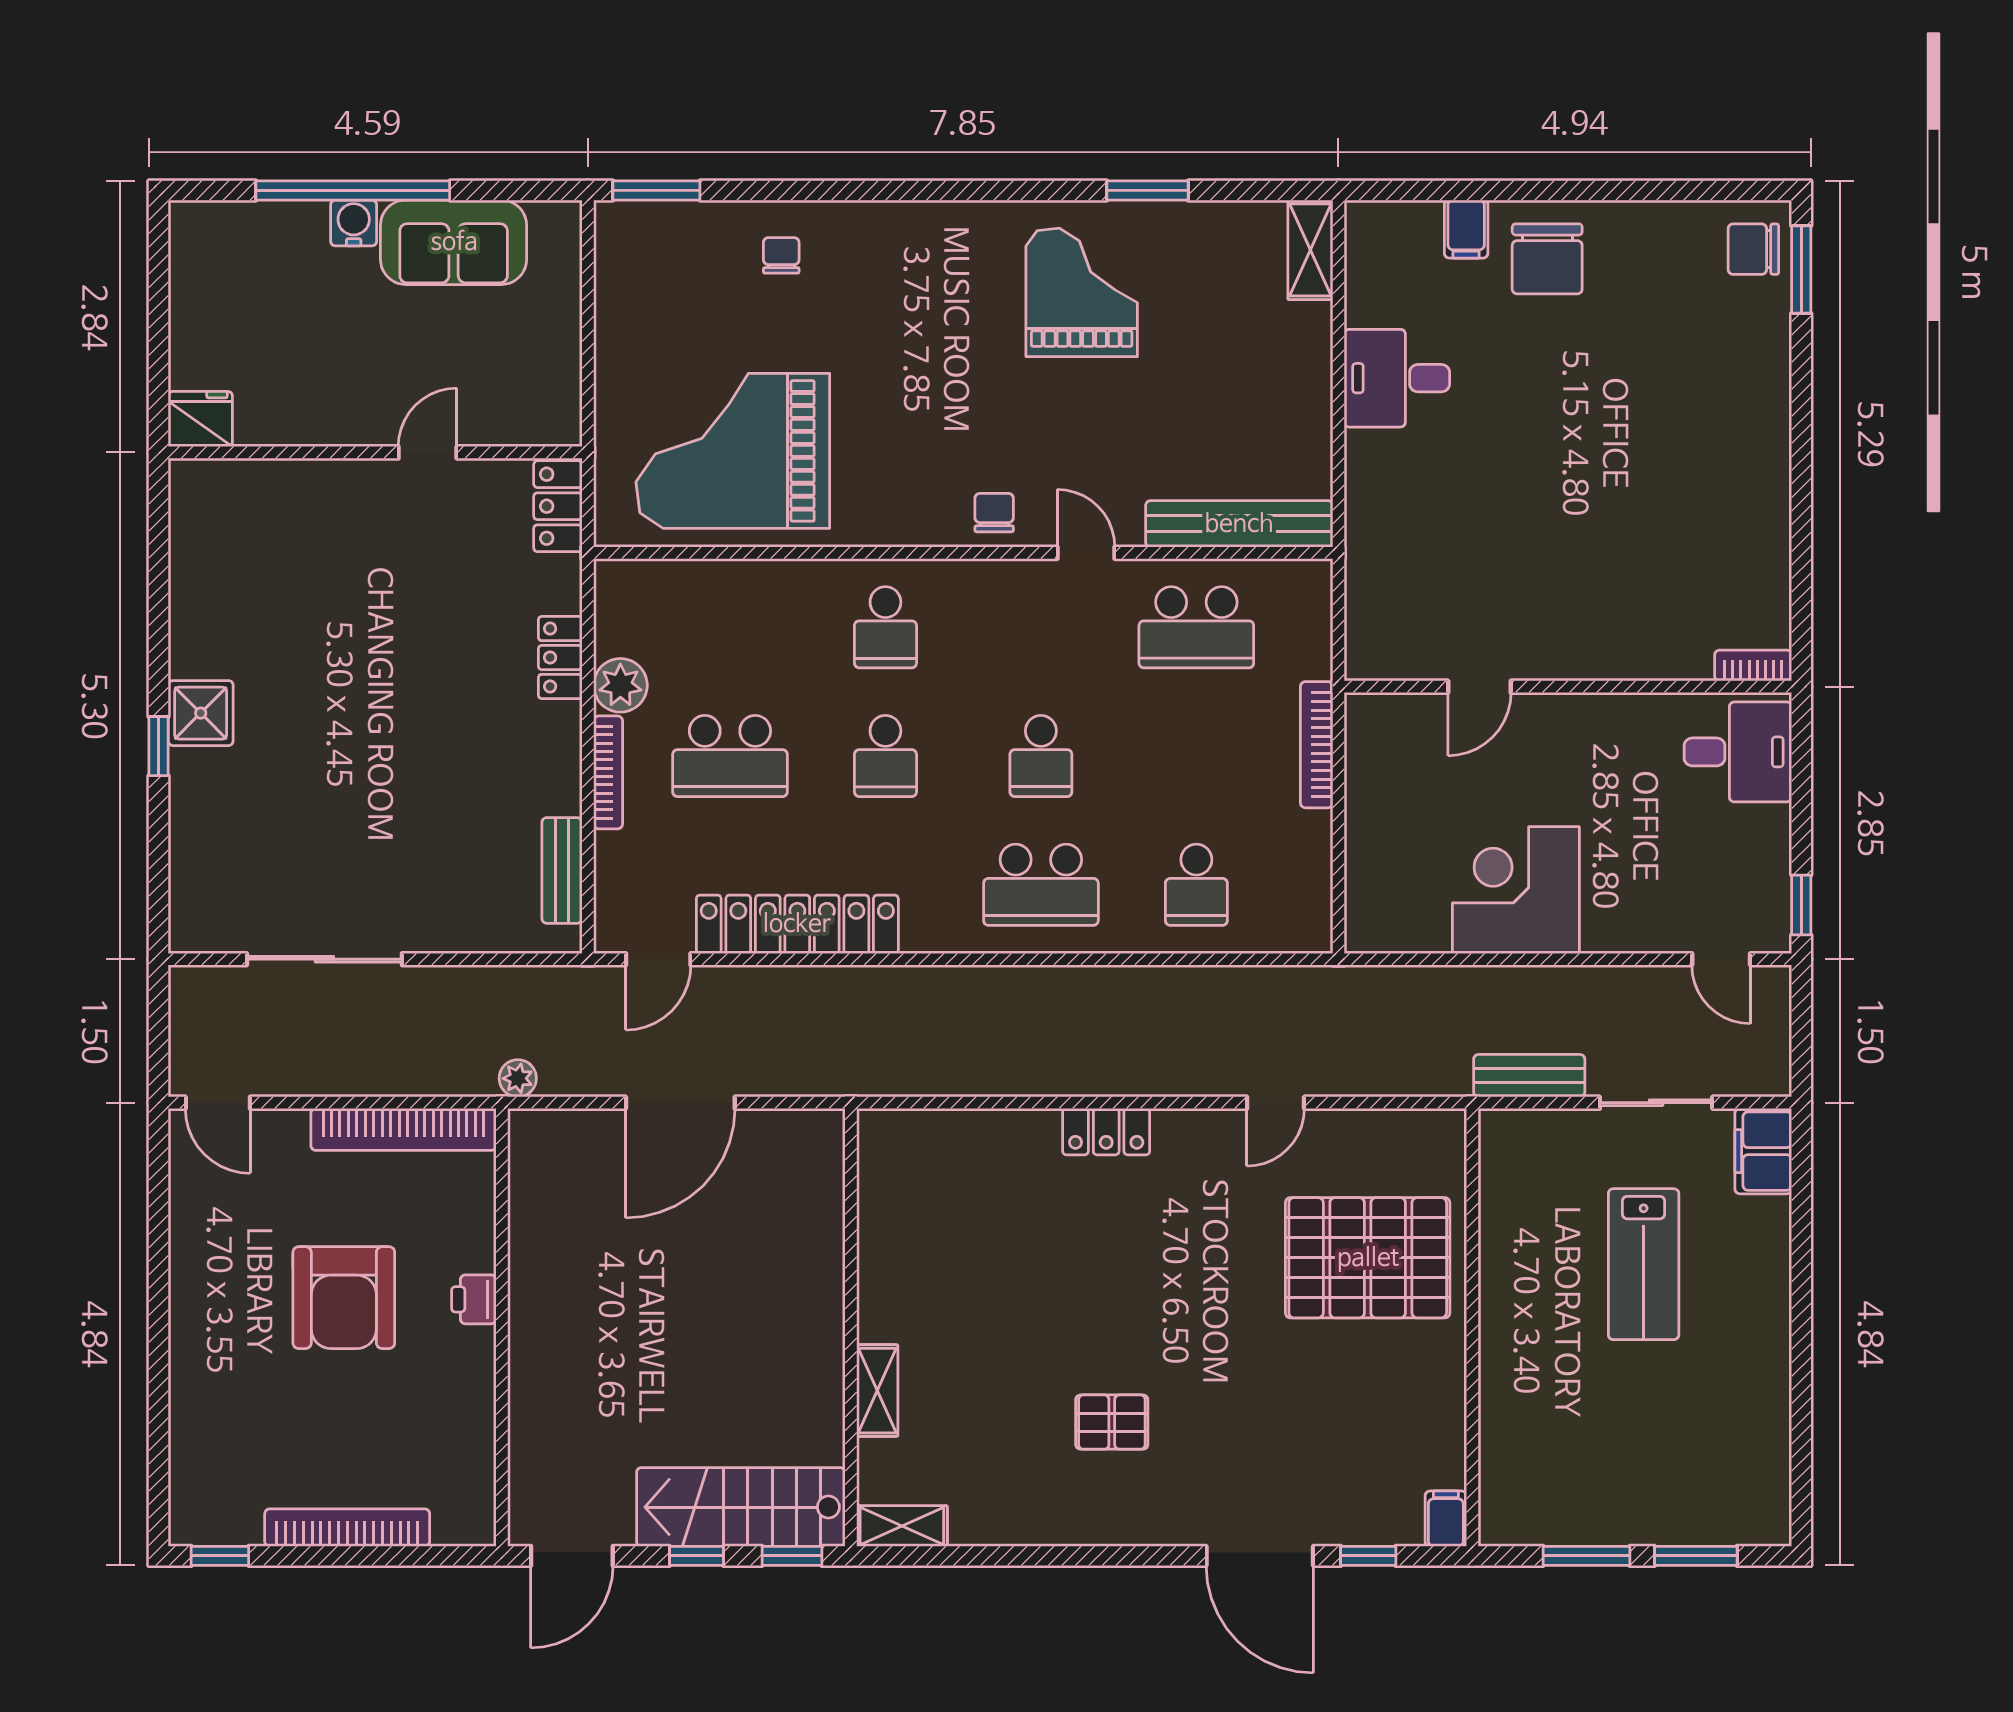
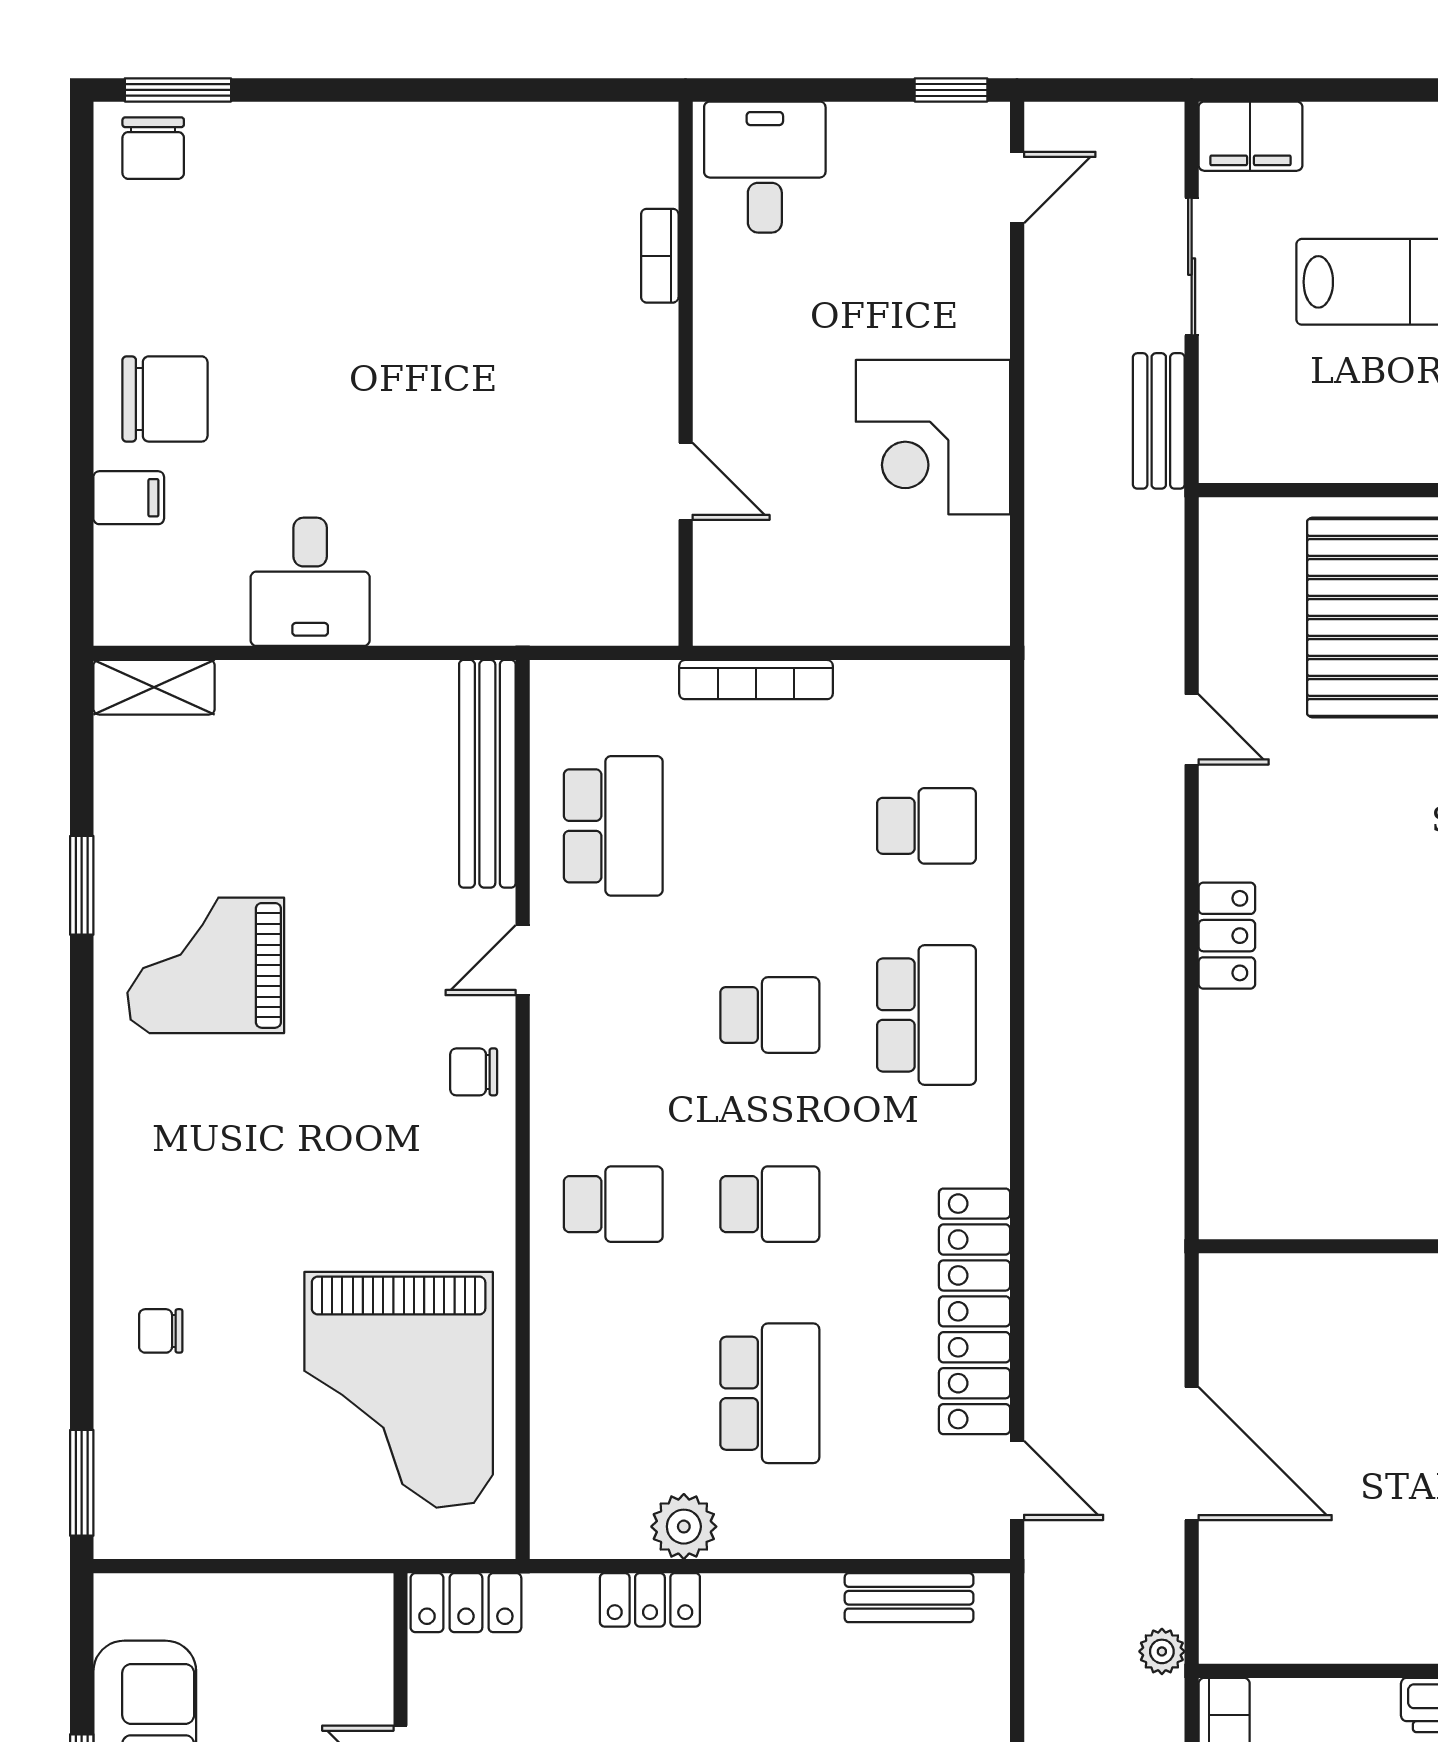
bookcase: (1753, 666) -> (660, 256), moved
bookcase: (608, 772) -> (790, 1542), removed

